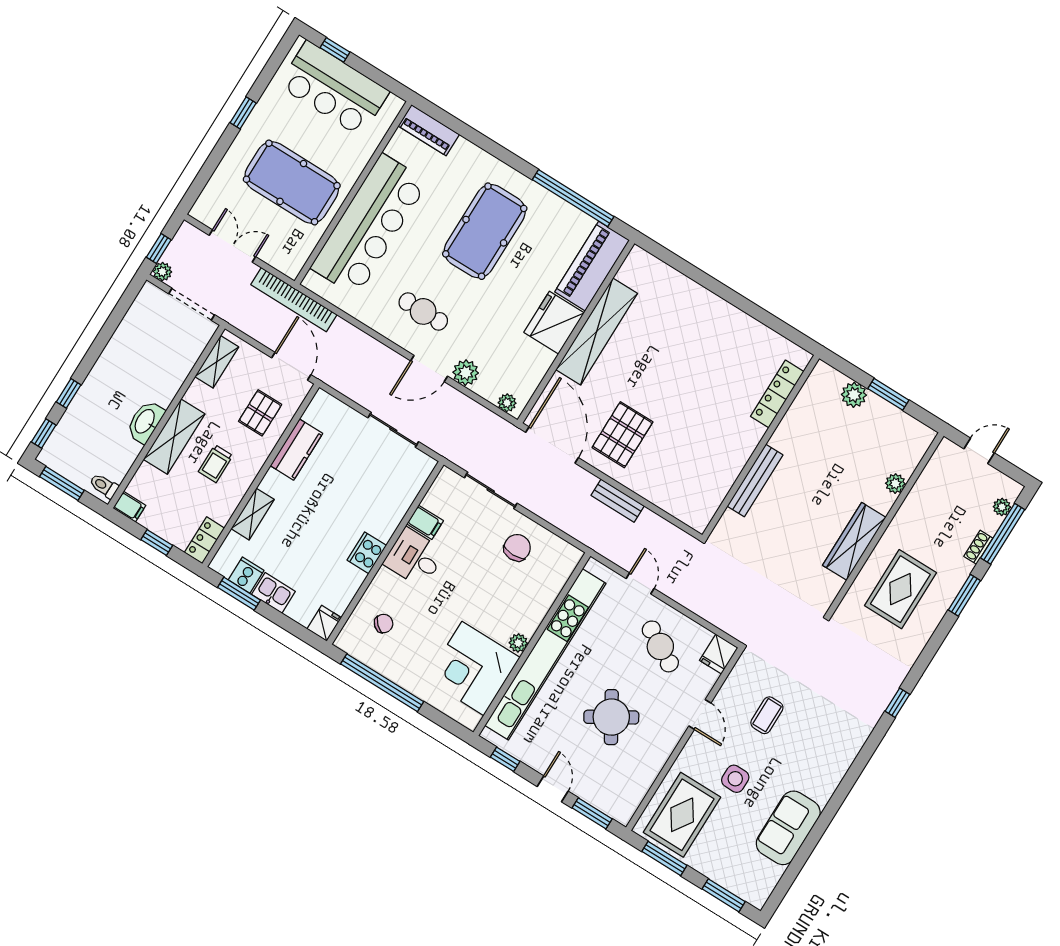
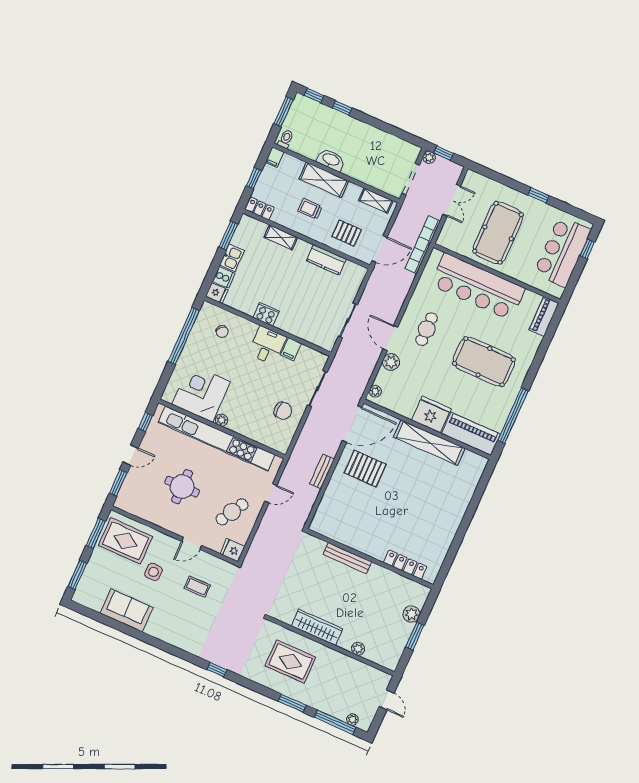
shoe rack: (978, 547) -> (324, 708), removed
cooker: (246, 575) -> (224, 277), moved
round table: (611, 717) -> (182, 487), turned 31

